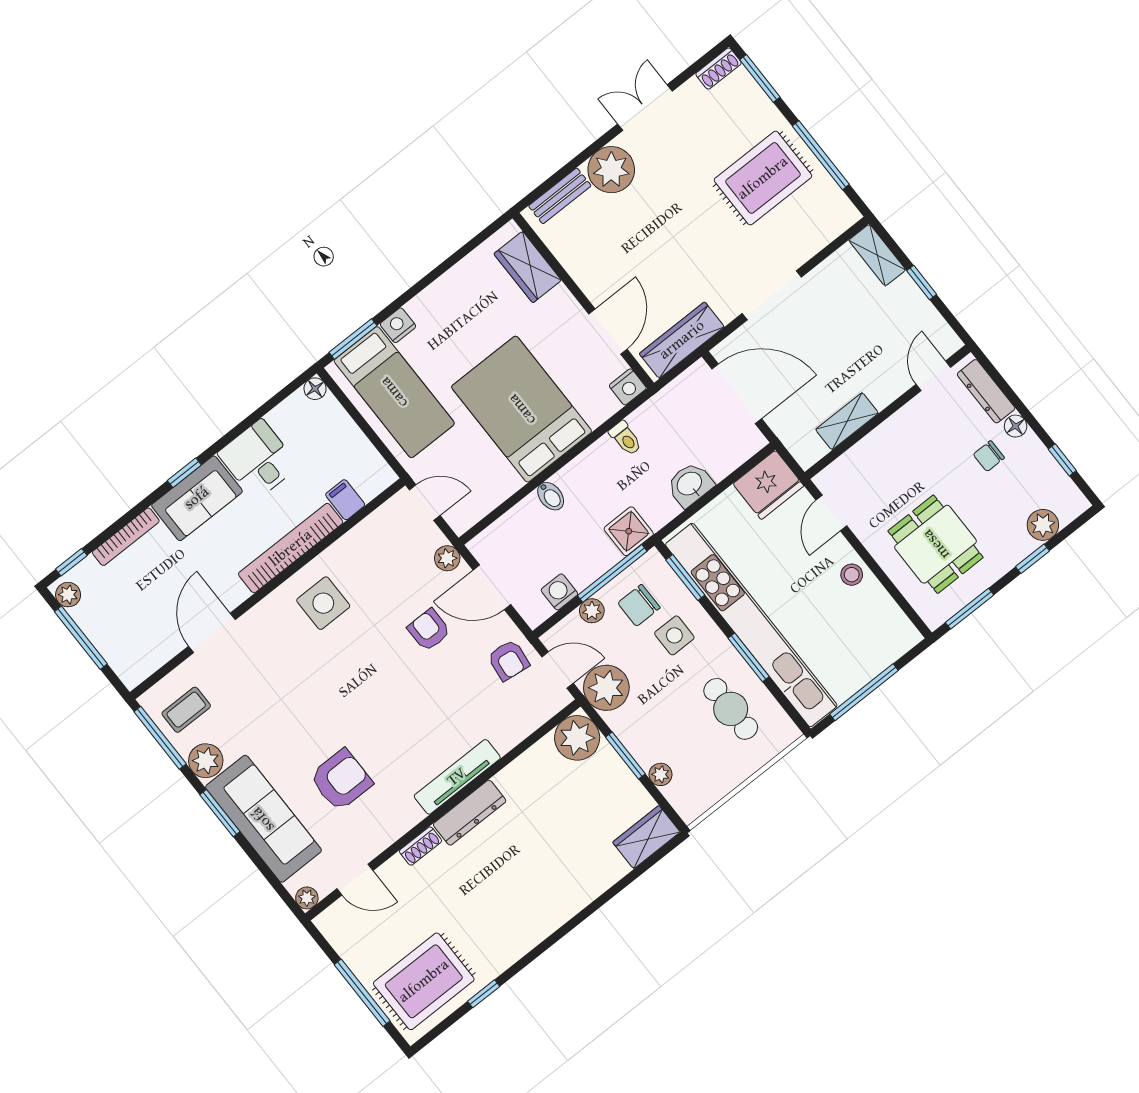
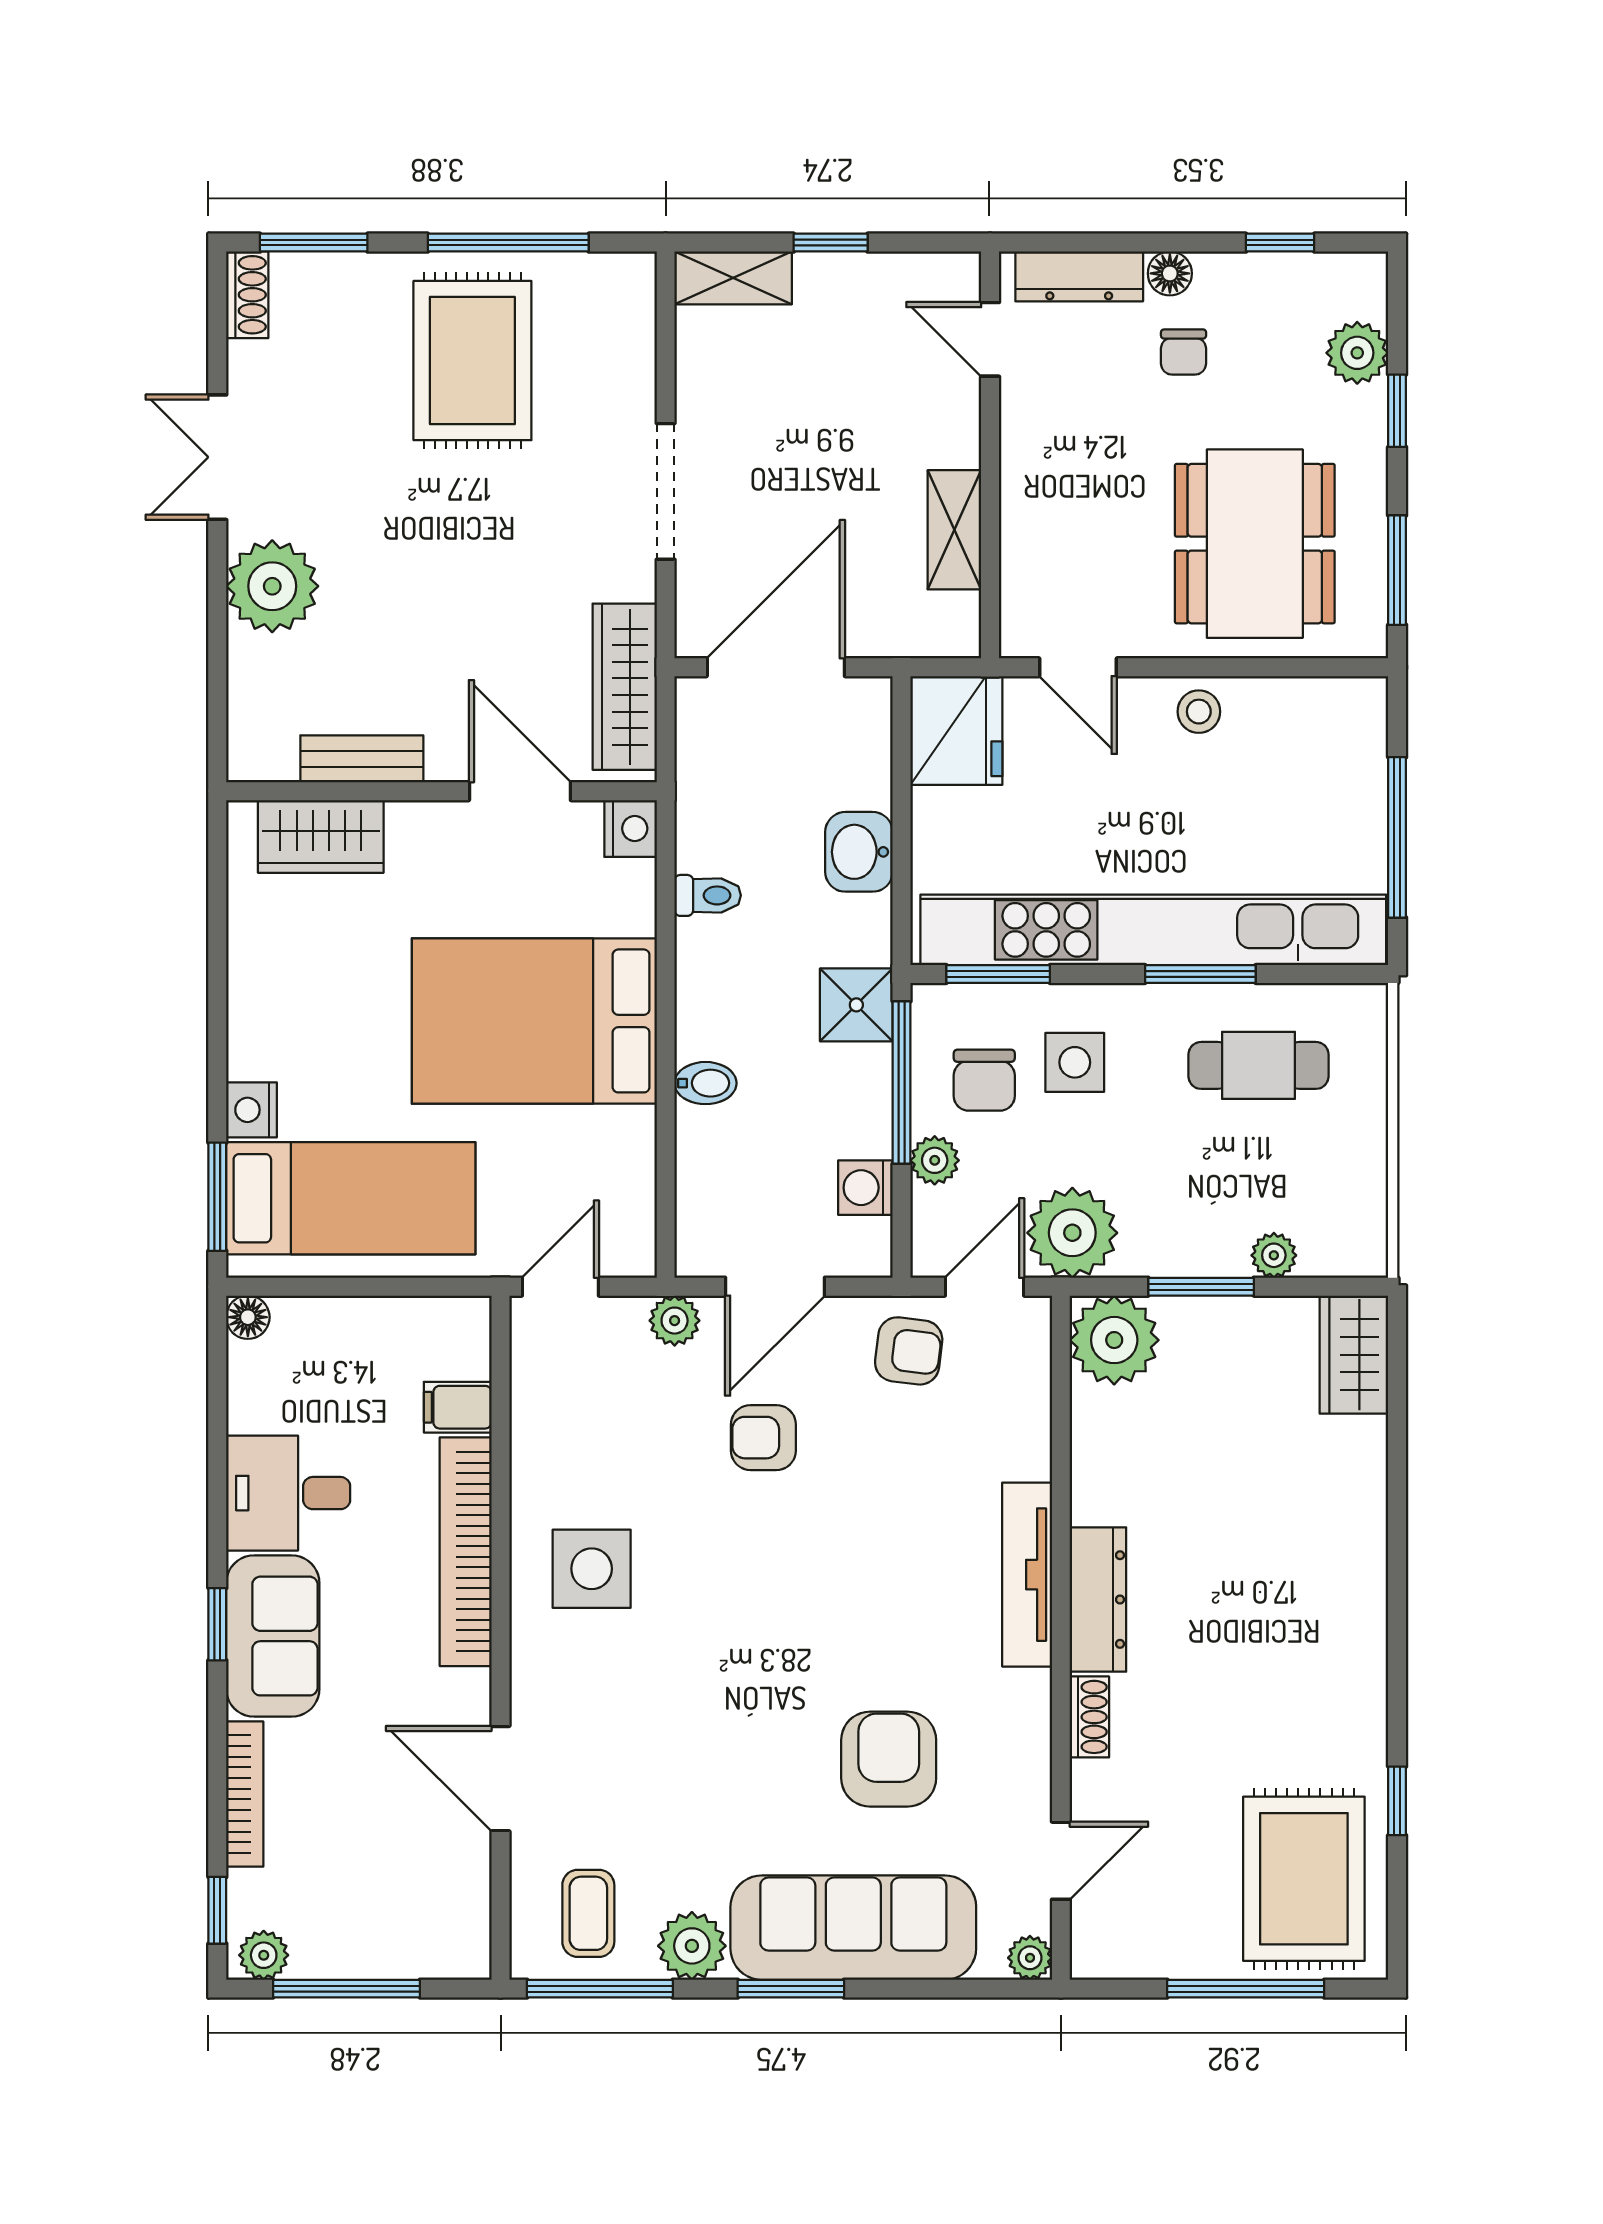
bench: (560, 196) -> (362, 759), moved, turned 90
dining table: (936, 544) -> (1255, 544), width x1.37

